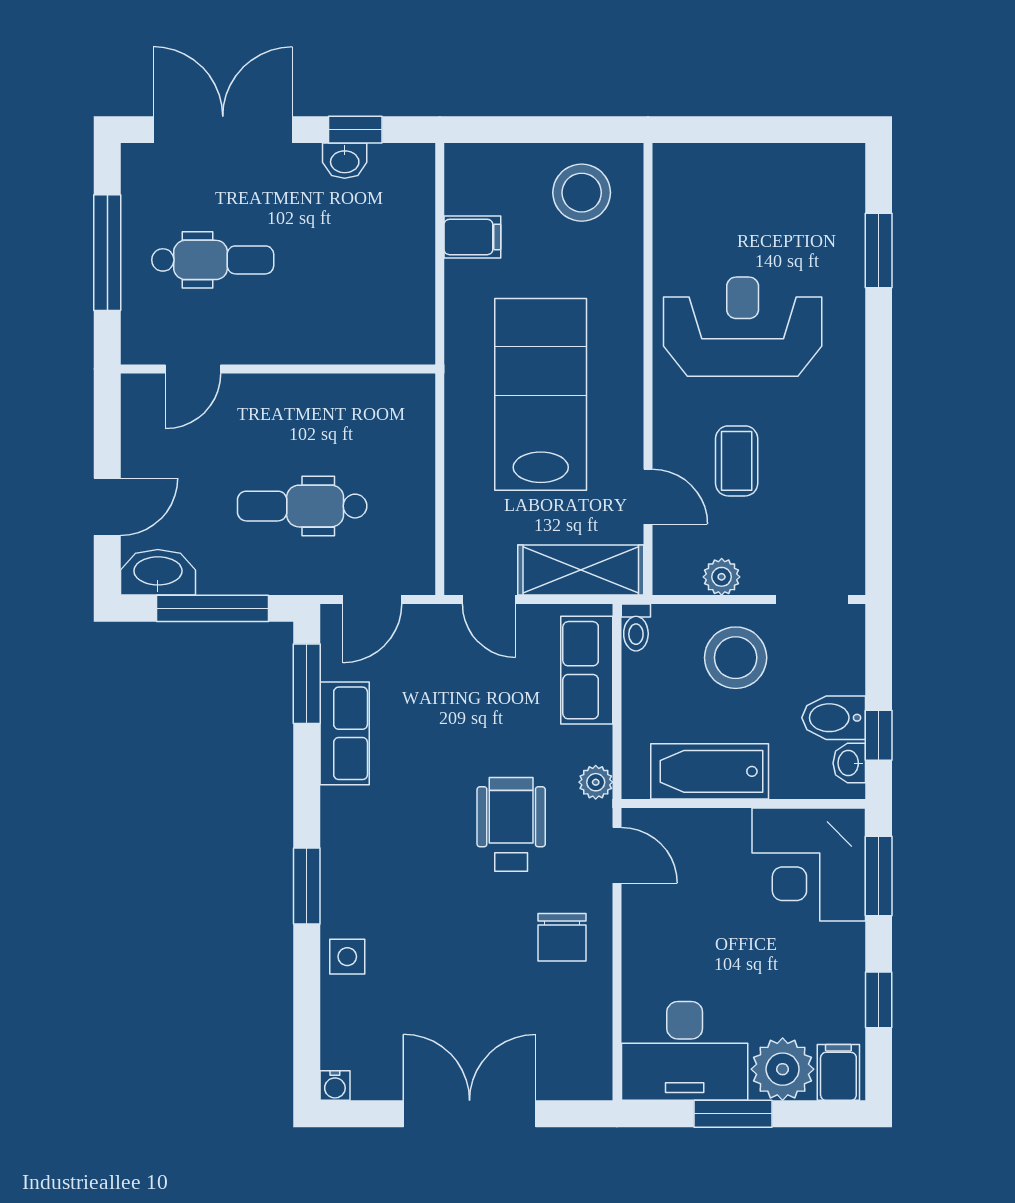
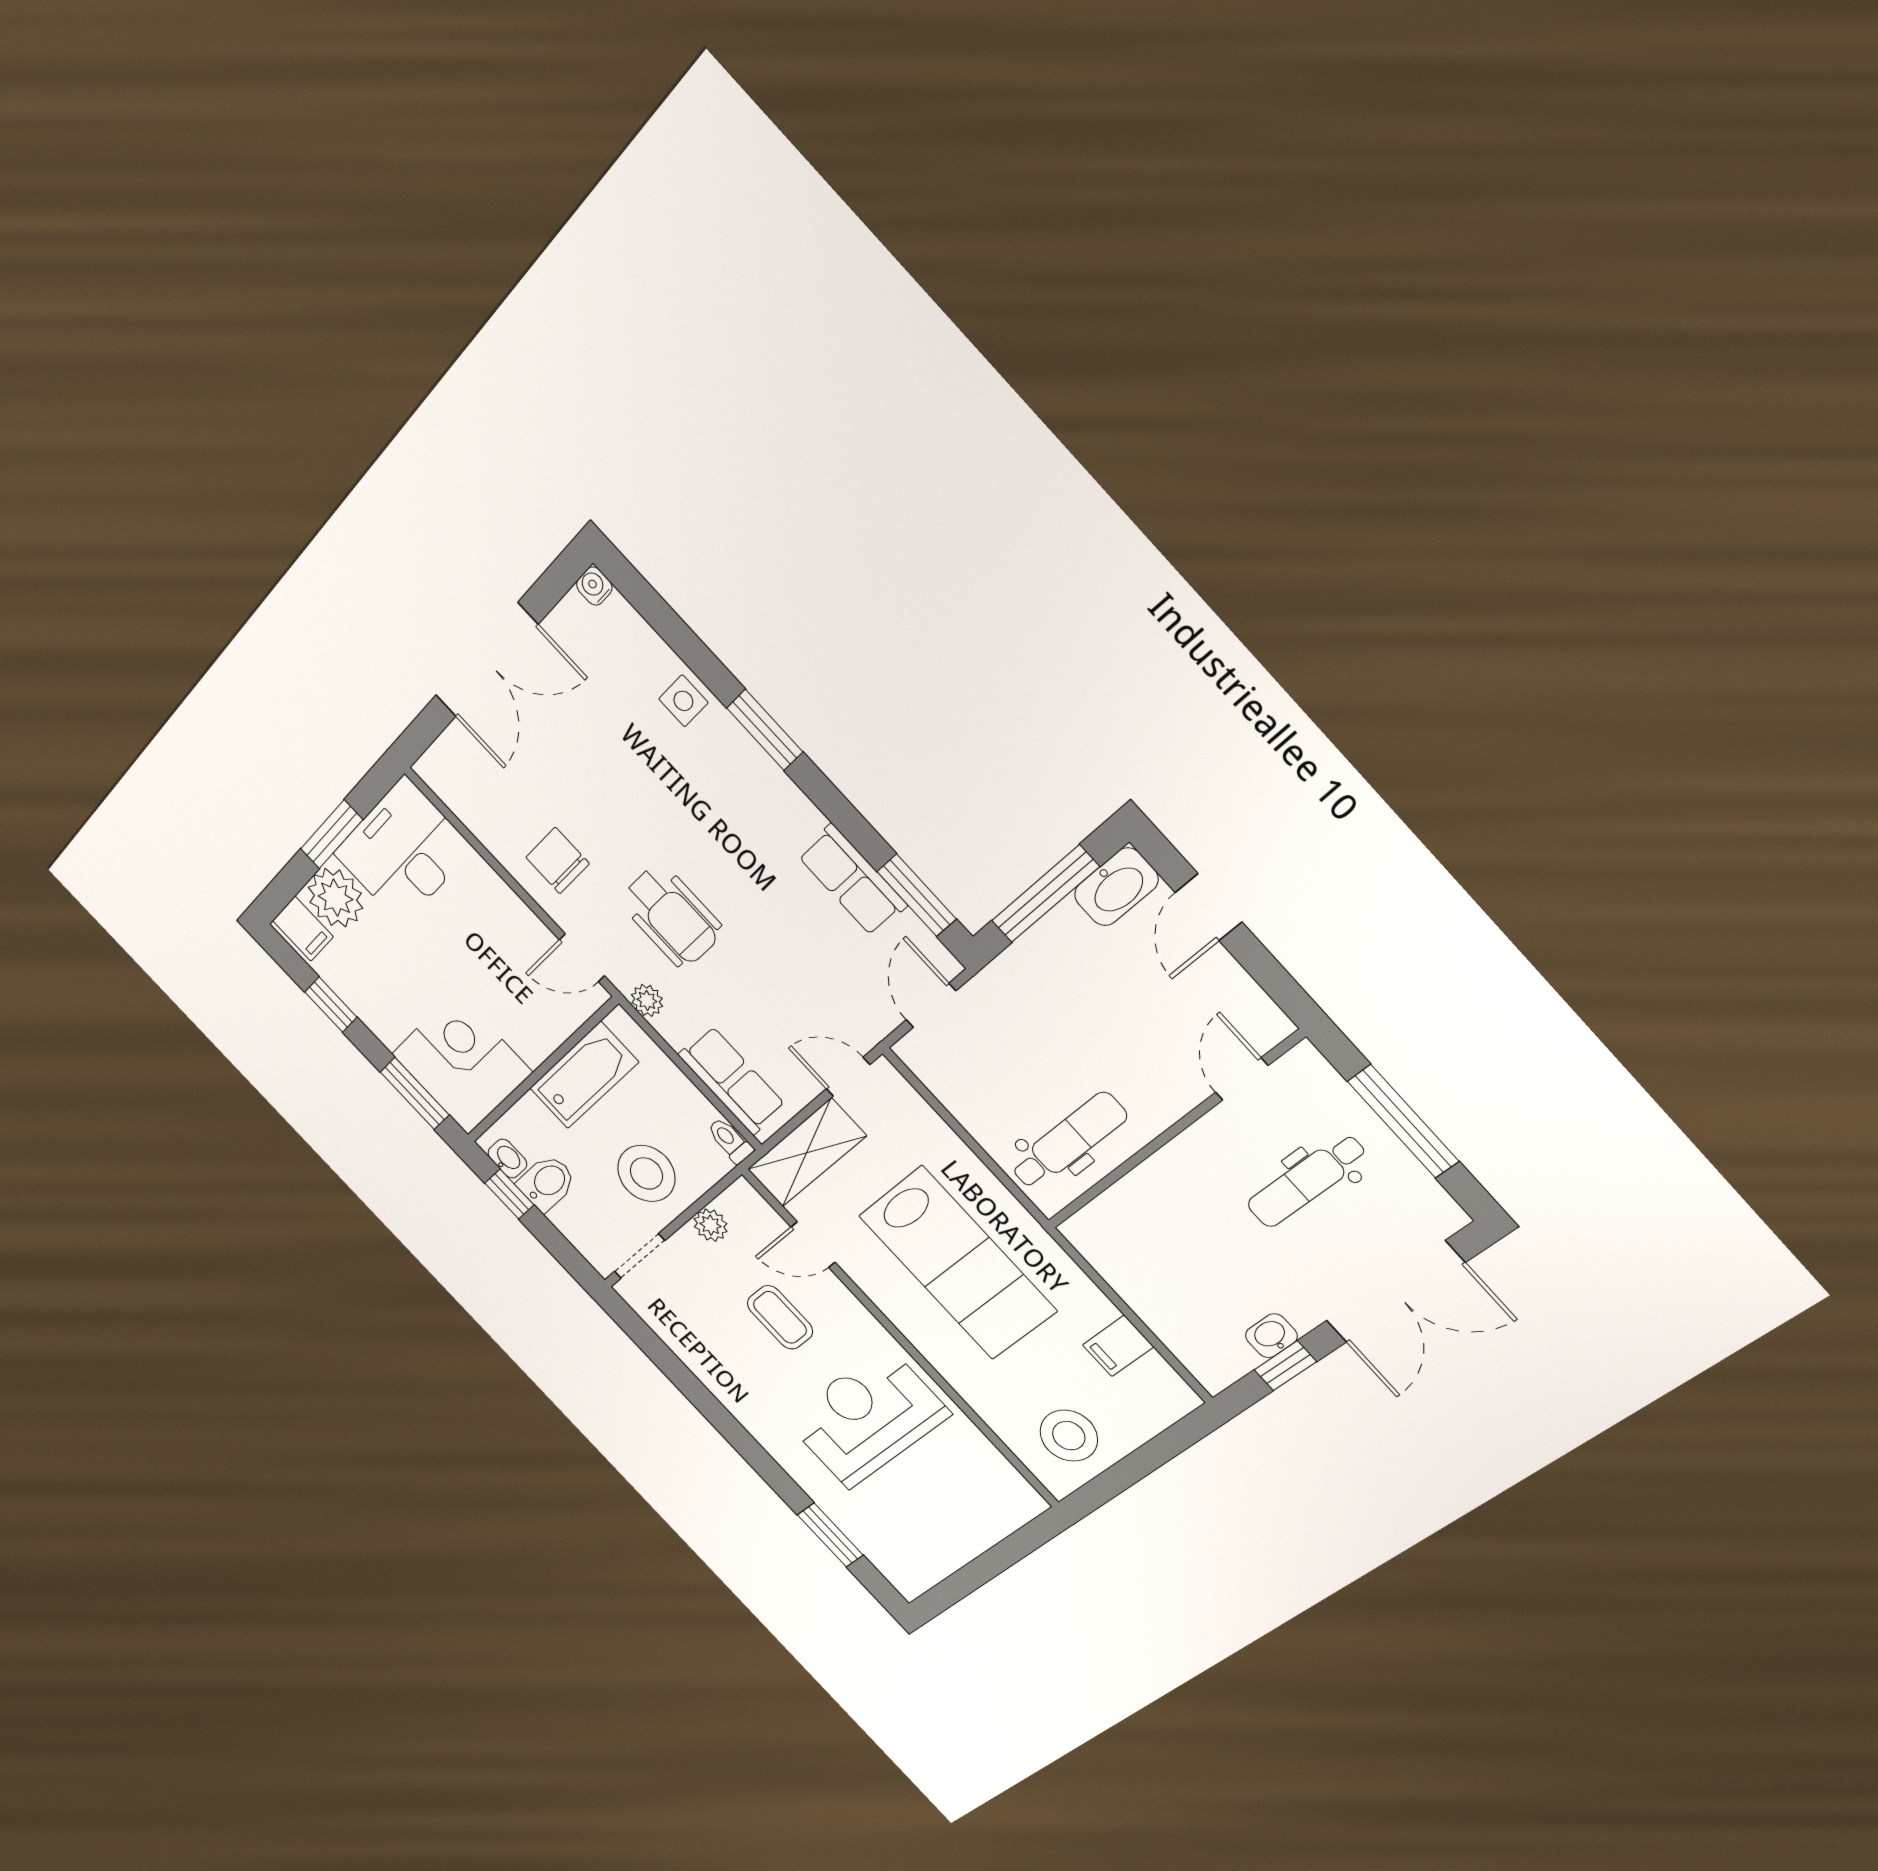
reception desk: (743, 327) -> (867, 1417), turned 180
dental chair: (302, 506) -> (1068, 1141), moved

